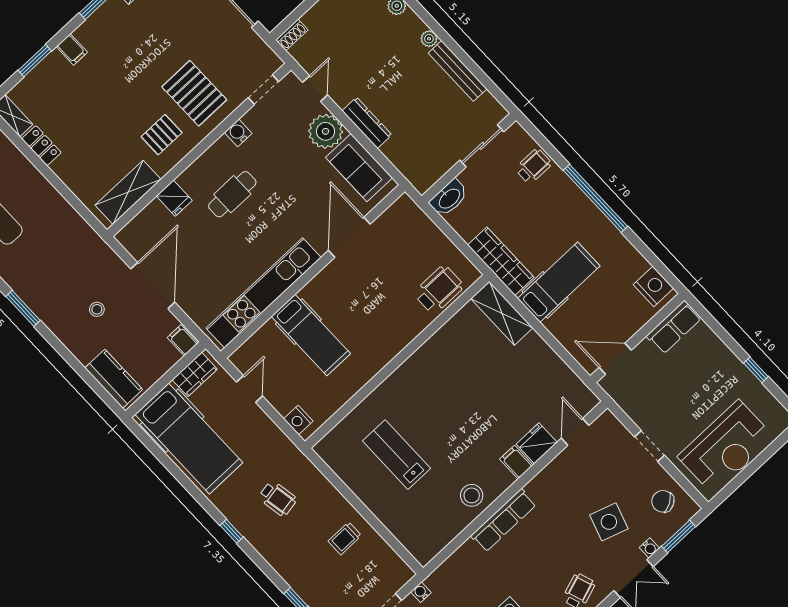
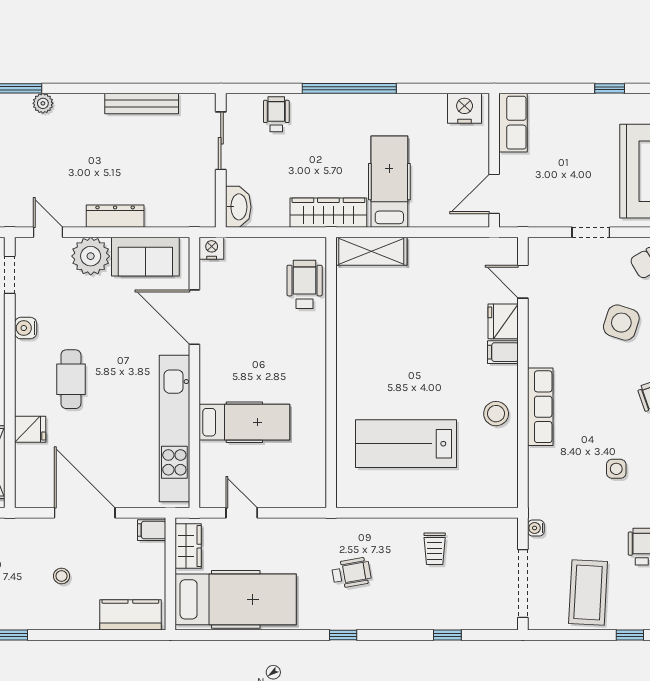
plant: (429, 39) -> (94, 102), removed
nightstand: (298, 420) -> (212, 248), moved, turned 180
lab bench: (396, 455) -> (406, 444), width x1.36, depth x1.39

